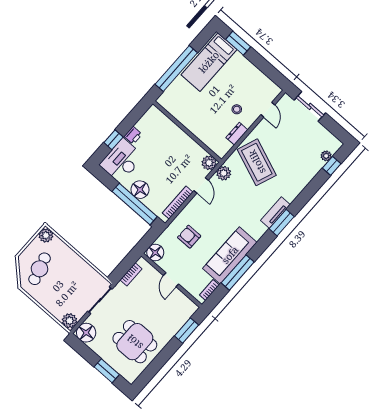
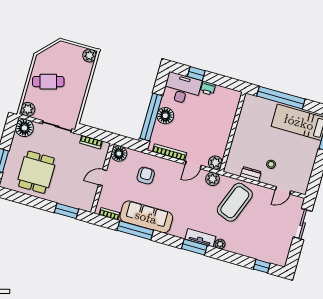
plant: (326, 156) -> (220, 244), moved
cafe table: (40, 269) -> (48, 82), moved

